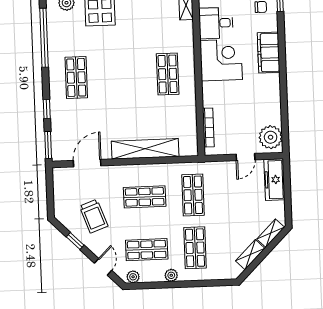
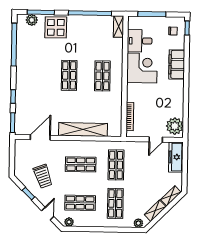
shop shelf: (76, 78) -> (69, 75), moved
plant: (171, 275) -> (138, 223), moved

